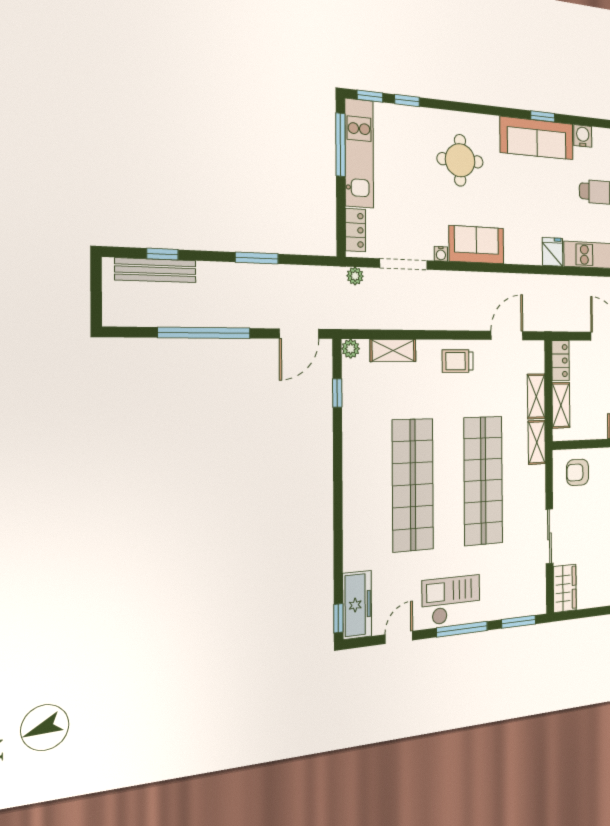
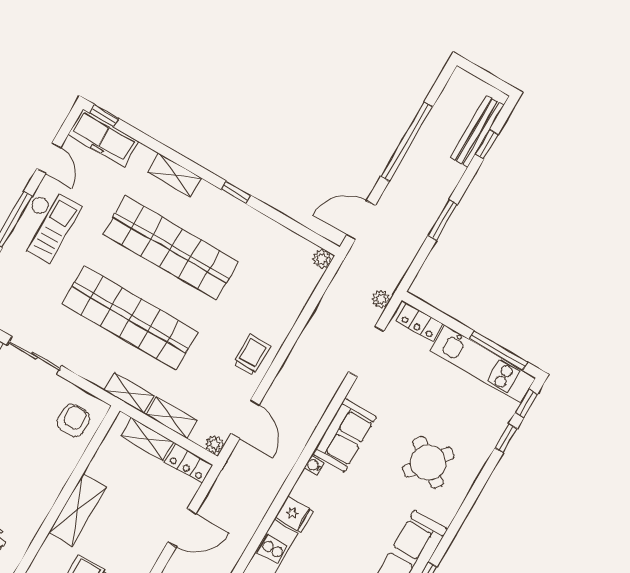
round table: (460, 160) -> (428, 462), turned 37
water cooler: (441, 254) -> (314, 465), moved
door: (299, 334) -> (361, 220), hinge flipped
plant: (537, 349) -> (215, 444), added
shelving: (393, 350) -> (175, 175), moved, turned 90
window: (337, 393) -> (236, 192), moved

